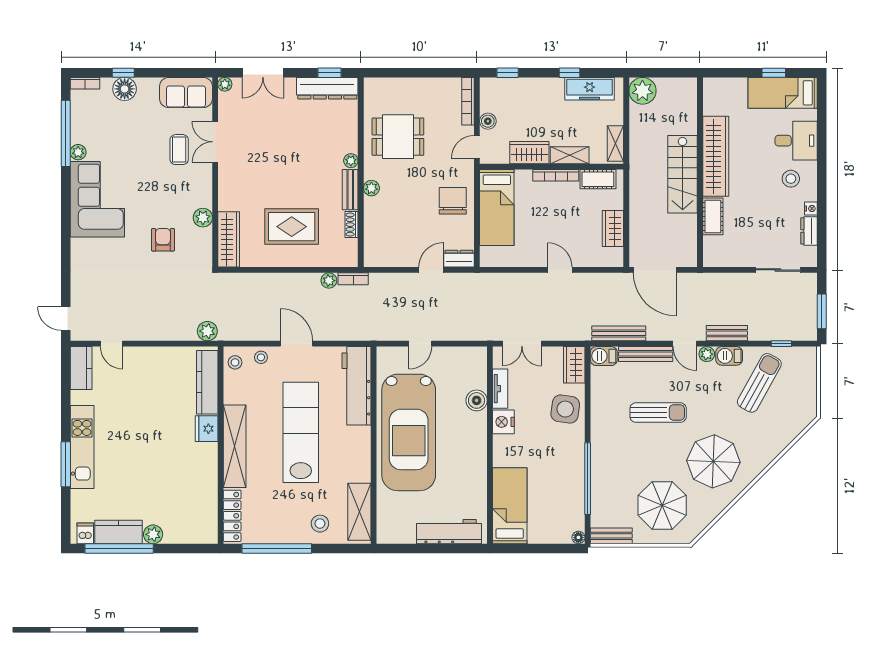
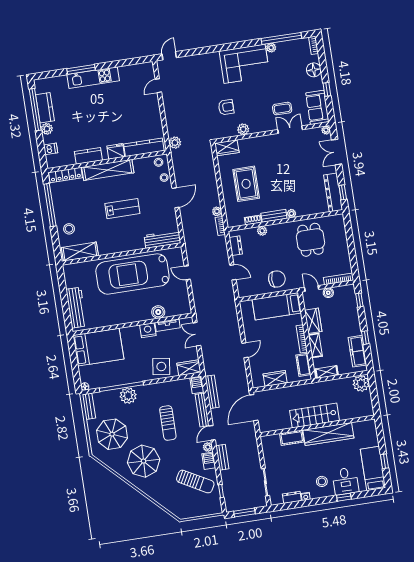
window: (123, 73) -> (327, 89), moved
window: (822, 147) -> (344, 497), added
plant: (371, 188) -> (262, 231), moved
wardrobe: (229, 239) -> (227, 148), width x0.67
dresser: (459, 259) -> (236, 246), moved
kitchen counter: (81, 368) -> (88, 156), moved, turned 180
workbench: (357, 386) -> (162, 239), width x0.73, depth x0.76
lab bench: (301, 432) -> (122, 209), width x0.54, depth x0.72
plant: (604, 470) -> (128, 396), added
bed: (510, 506) -> (98, 347), width x1.50
dishwasher: (85, 533) -> (51, 149), moved

